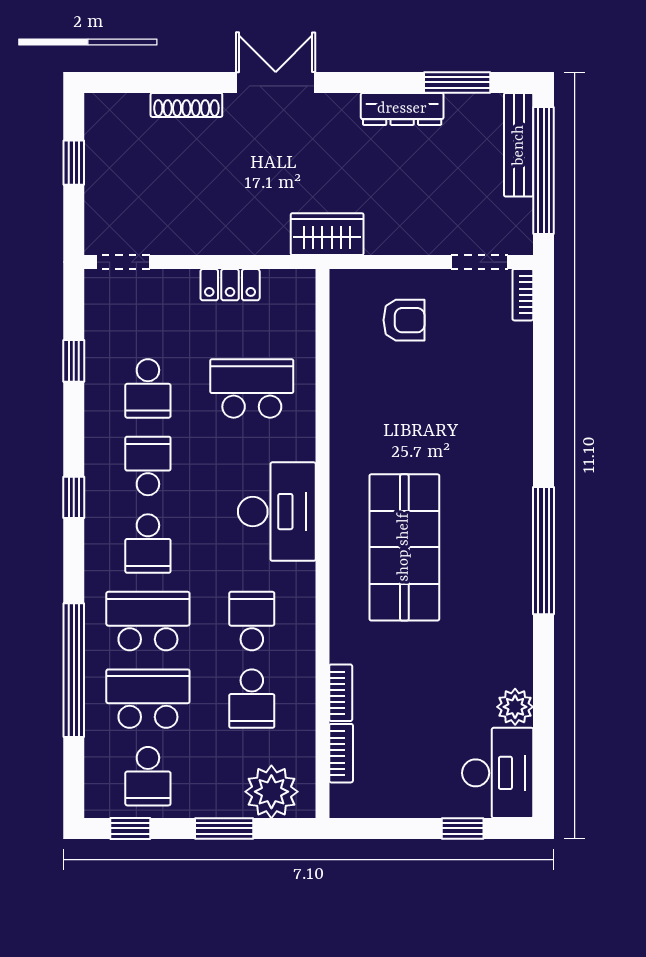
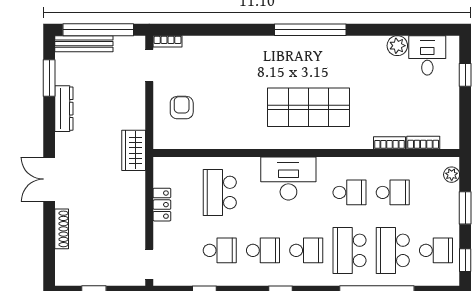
school desk: (148, 466) -> (263, 250), turned 180
school desk: (252, 621) -> (350, 192), turned 180
desk: (498, 773) -> (427, 55), width x0.73
plant: (271, 792) -> (452, 175), width x0.53, depth x0.53

